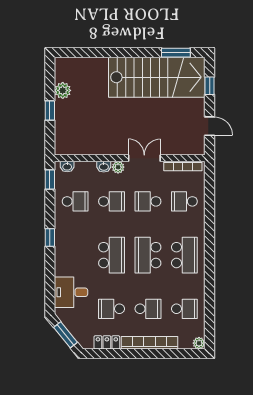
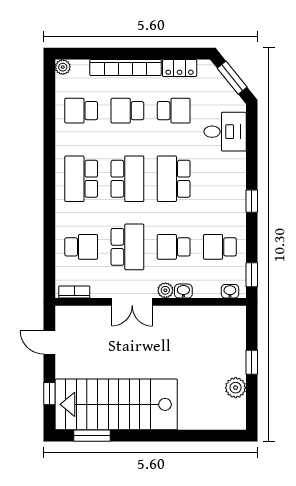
bookcase: (183, 166) -> (74, 292), width x0.64
school desk: (148, 201) -> (127, 247), width x1.85

